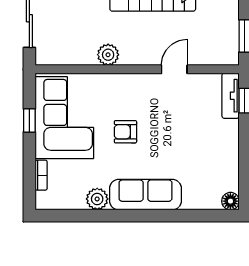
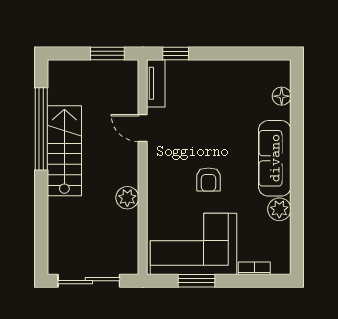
tv unit: (231, 96) -> (156, 83), moved, turned -90
window: (29, 120) -> (197, 281), width x1.50
floor lamp: (230, 201) -> (282, 96), moved

